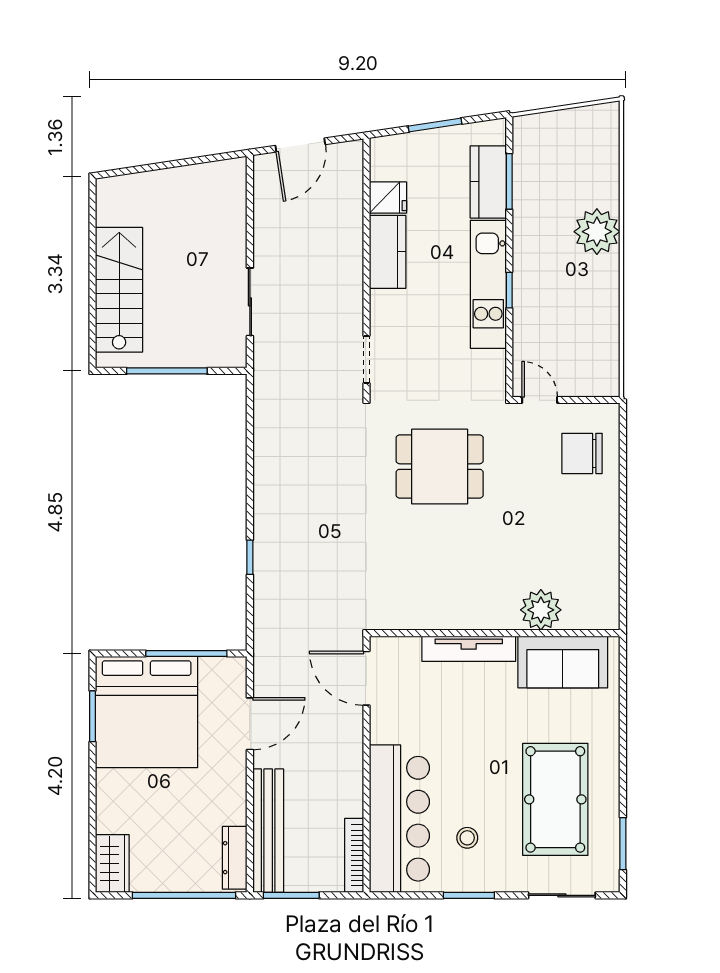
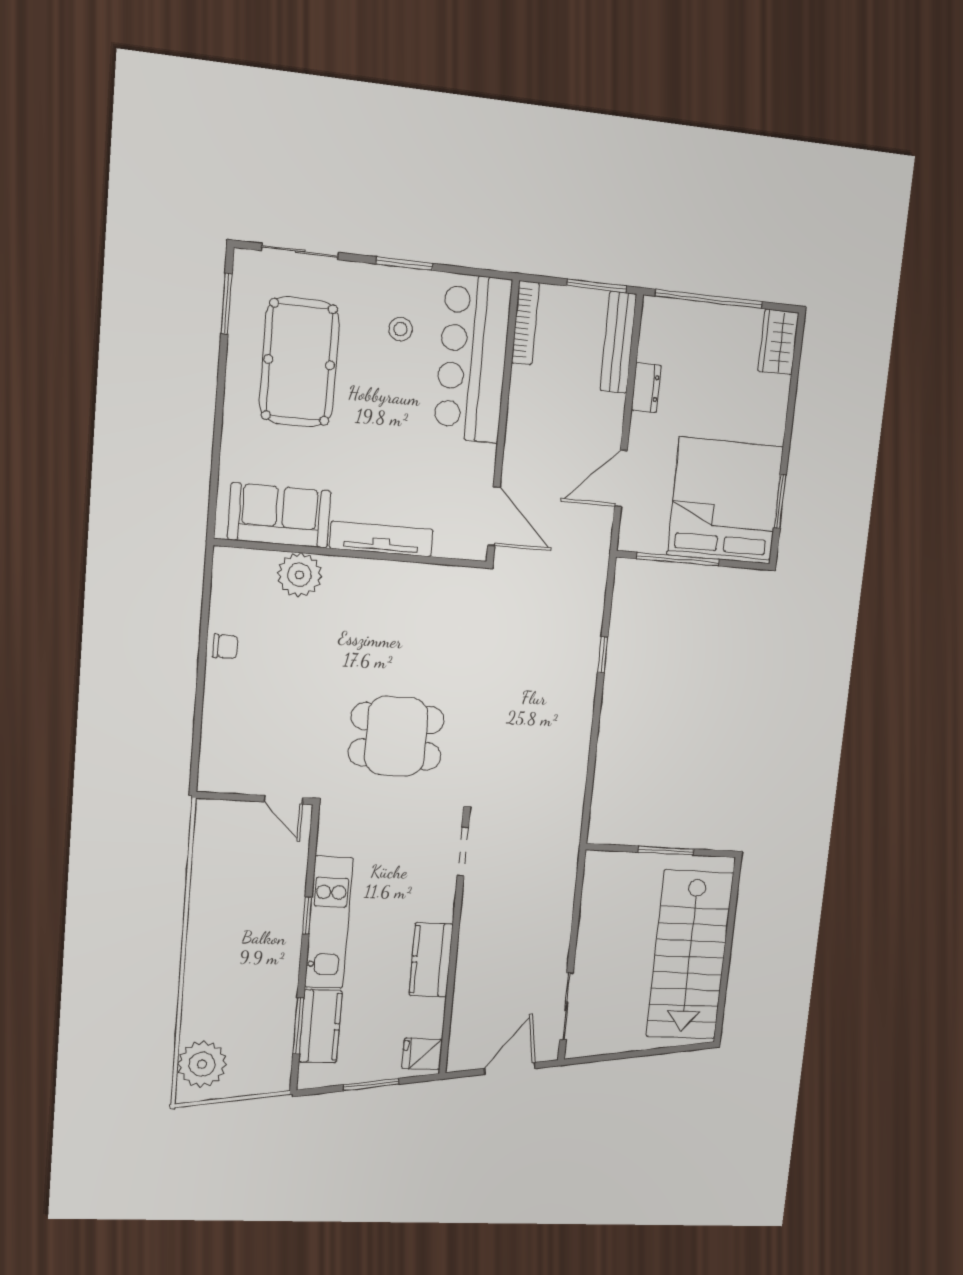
fridge: (388, 198) -> (422, 1054), moved
plant: (597, 232) -> (202, 1064), moved
stairs: (119, 290) -> (690, 955), width x1.36, depth x1.51
sliding door: (250, 302) -> (566, 1006), moved
window: (167, 371) -> (666, 851), width x0.69
chair: (582, 453) -> (225, 646), moved, width x0.54, depth x0.54
bench: (268, 831) -> (618, 342), width x0.73, depth x0.82
dresser: (235, 858) -> (646, 388), moved, width x0.70

